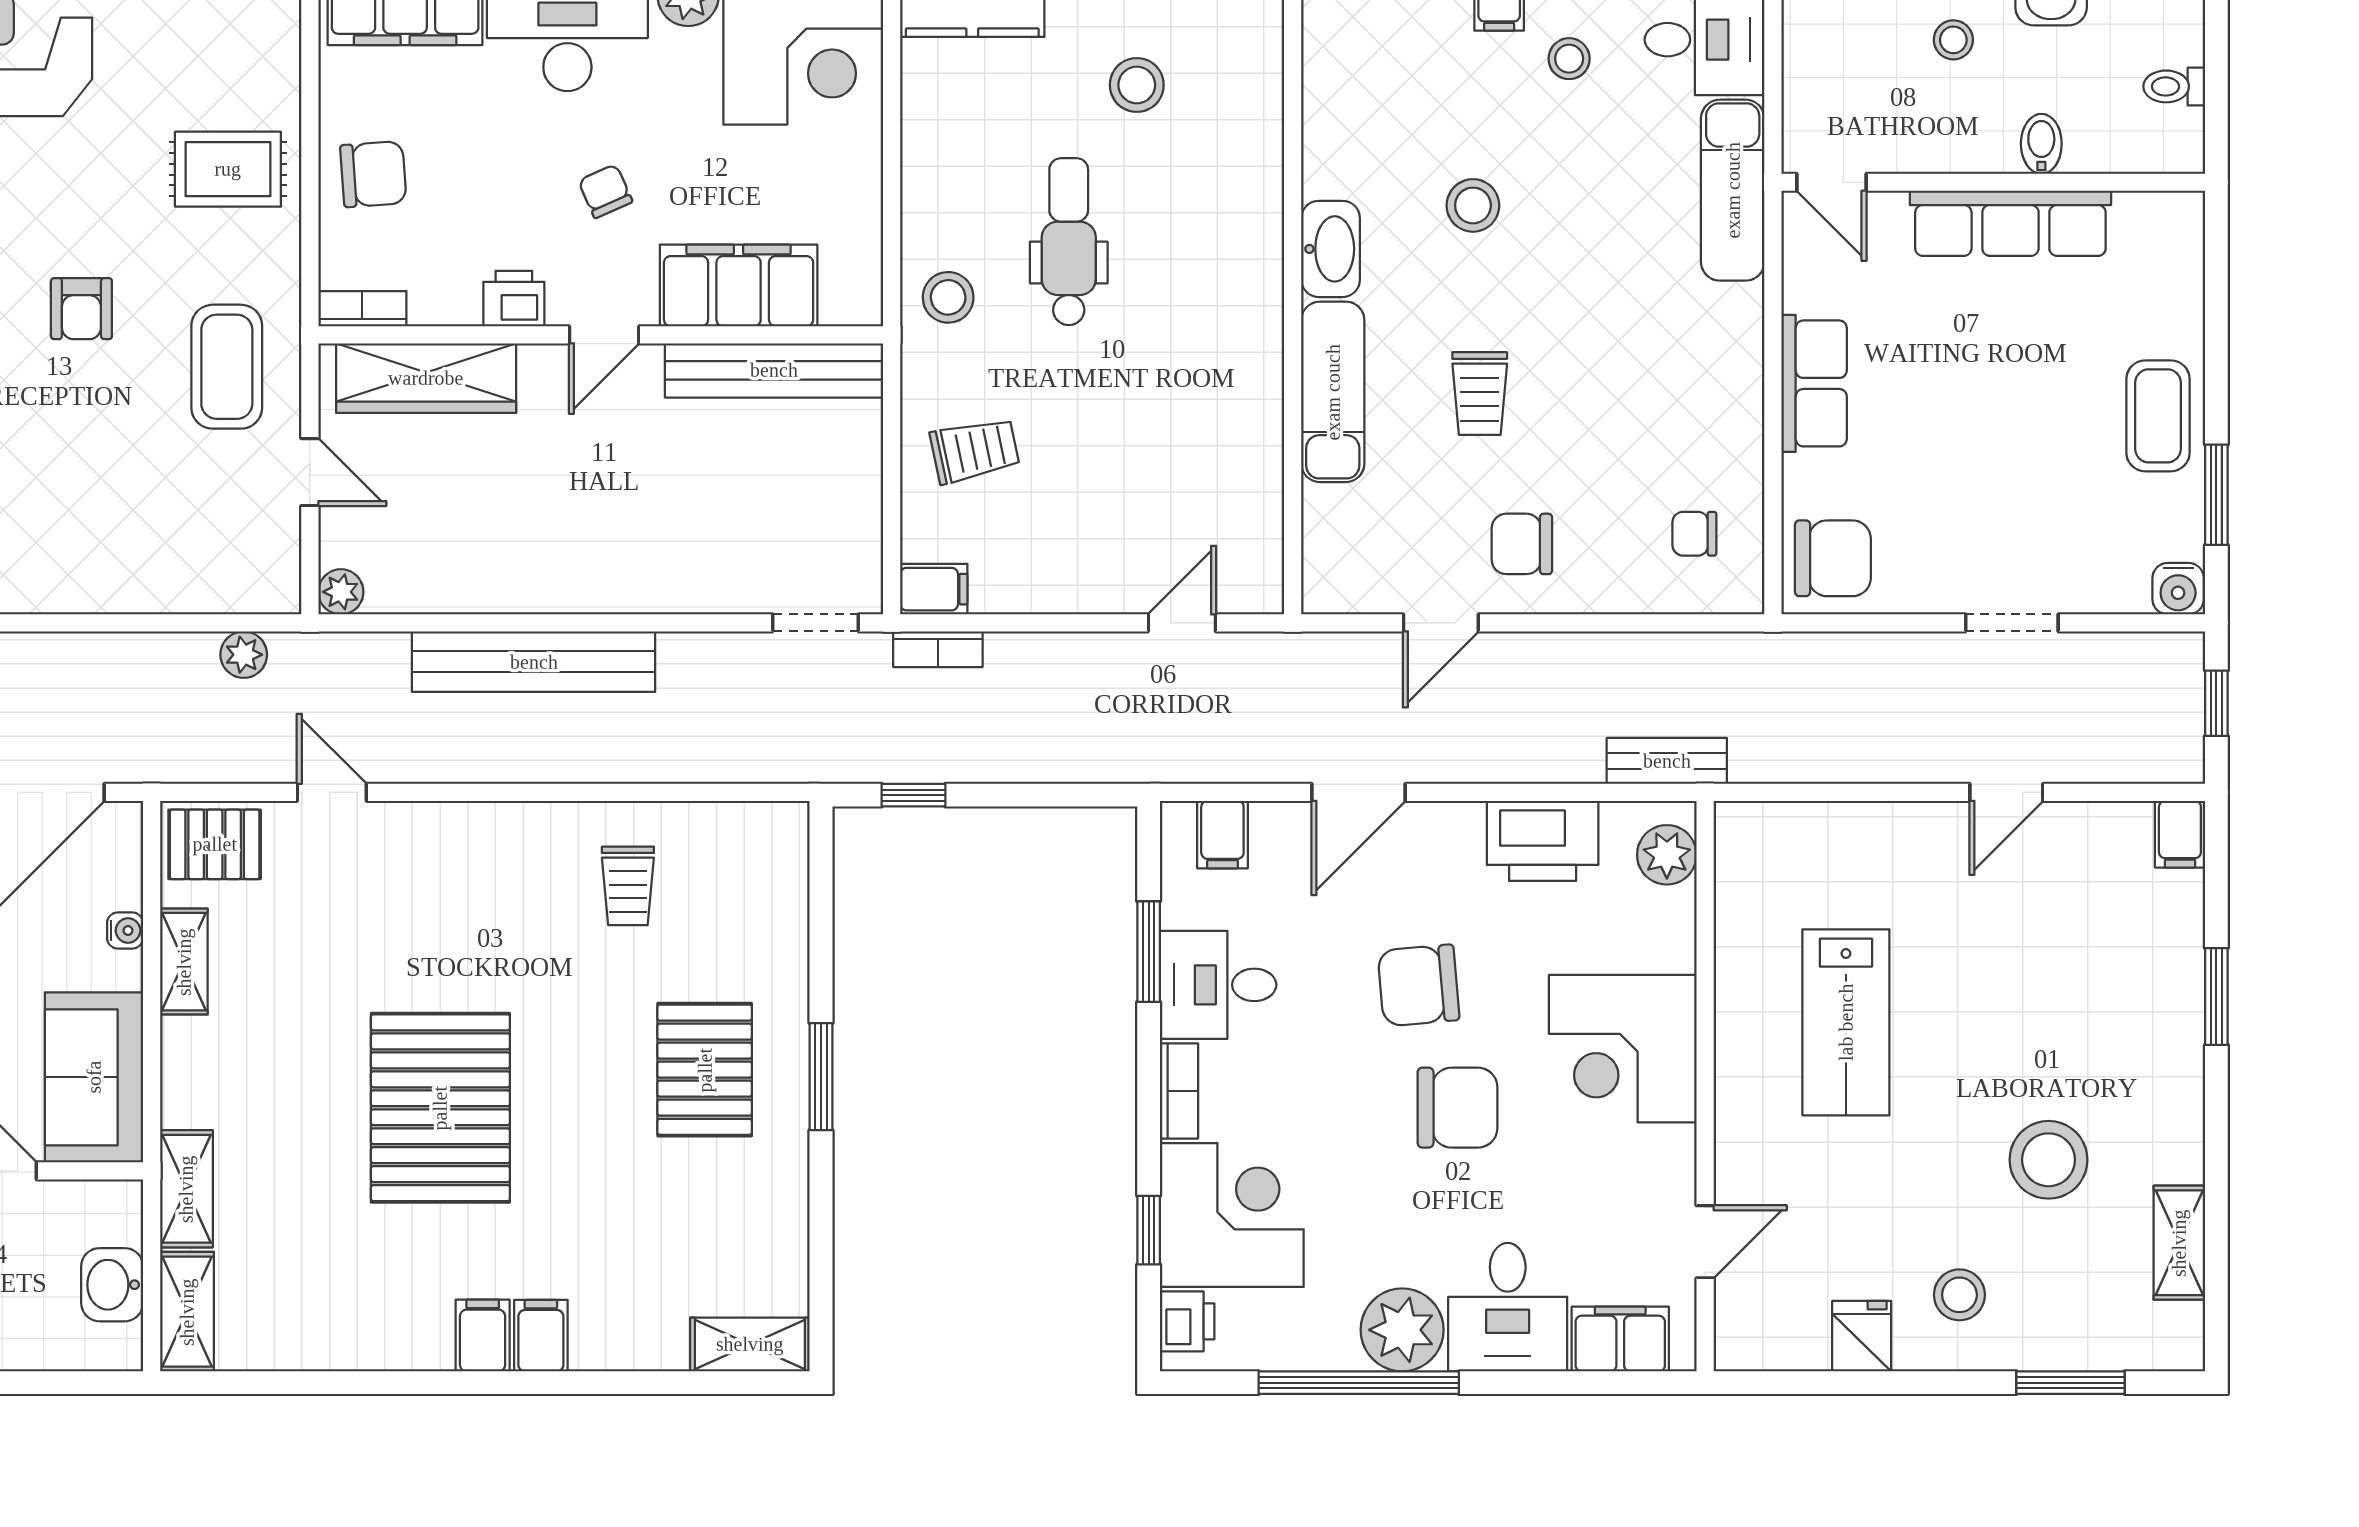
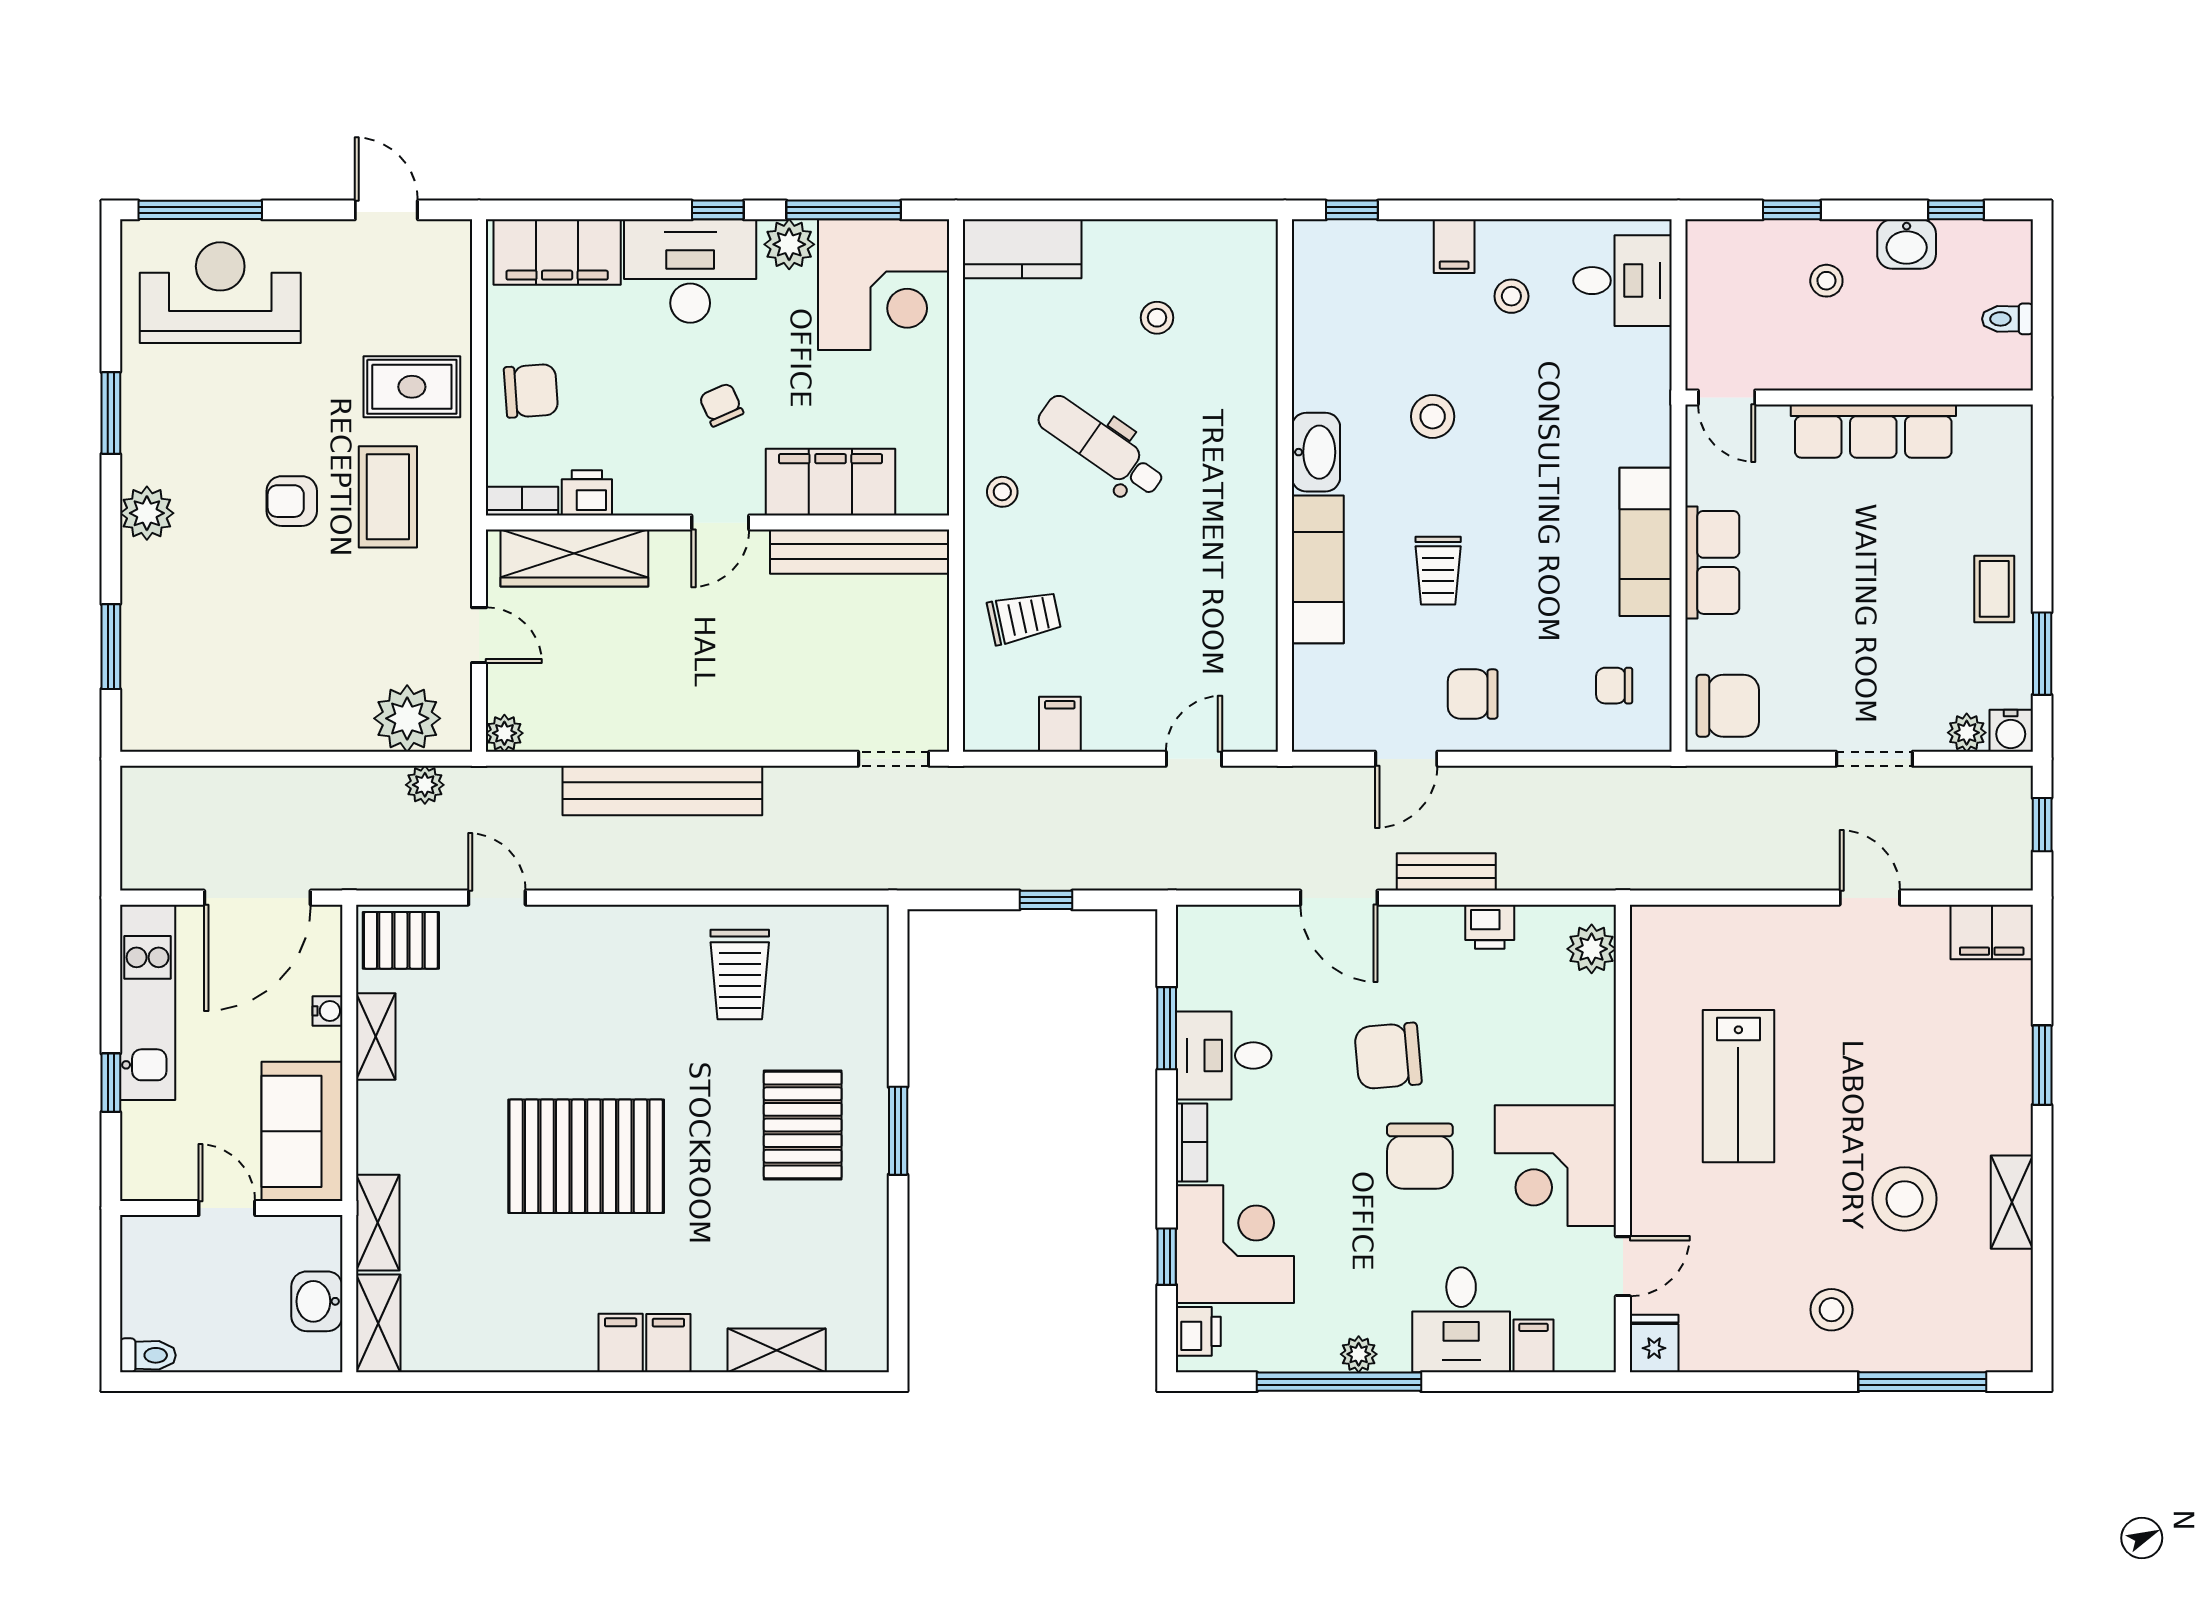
stool: (1137, 85) -> (1157, 318), width x0.73, depth x0.73
bidet: (2041, 144) -> (1899, 366), removed
exam couch: (1733, 190) -> (1646, 542), moved
dental chair: (1069, 242) -> (1101, 446), turned -55
stool: (948, 297) -> (1002, 492), width x0.73, depth x0.73
printer: (514, 299) -> (587, 493), moved
armchair: (81, 309) -> (292, 501), turned 90
coffee table: (227, 367) -> (388, 497), moved
coffee table: (2158, 416) -> (1994, 589), width x0.73, depth x0.77
plant: (222, 574) -> (407, 718), added
filing cabinet: (934, 589) -> (1060, 724), moved, turned -90
plant: (2124, 591) -> (1967, 733), added
bookcase: (938, 649) -> (994, 780), removed
bench: (1667, 761) -> (1446, 872), moved
door: (1359, 792) -> (1339, 898), hinge flipped
door: (2006, 792) -> (1870, 898), swing flipped
window: (913, 795) -> (1046, 900), moved
filing cabinet: (2180, 834) -> (1992, 932), width x2.00
filing cabinet: (1222, 835) -> (1227, 932), removed
printer: (1543, 841) -> (1490, 927), width x0.53, depth x0.68
trolley: (628, 886) -> (740, 974), width x1.36, depth x1.39
corner desk: (1623, 1049) -> (1555, 1166), moved
pallet: (440, 1108) -> (586, 1156), turned 90
chair: (1457, 1108) -> (1420, 1156), turned 90
shelving: (2179, 1243) -> (2012, 1202), moved
plant: (1402, 1330) -> (1359, 1354), width x0.53, depth x0.53
fridge: (1862, 1336) -> (1654, 1344), moved
filing cabinet: (1620, 1339) -> (1533, 1346), width x0.50
shelving: (750, 1344) -> (777, 1350), moved
window: (2070, 1383) -> (1922, 1382), width x1.44

